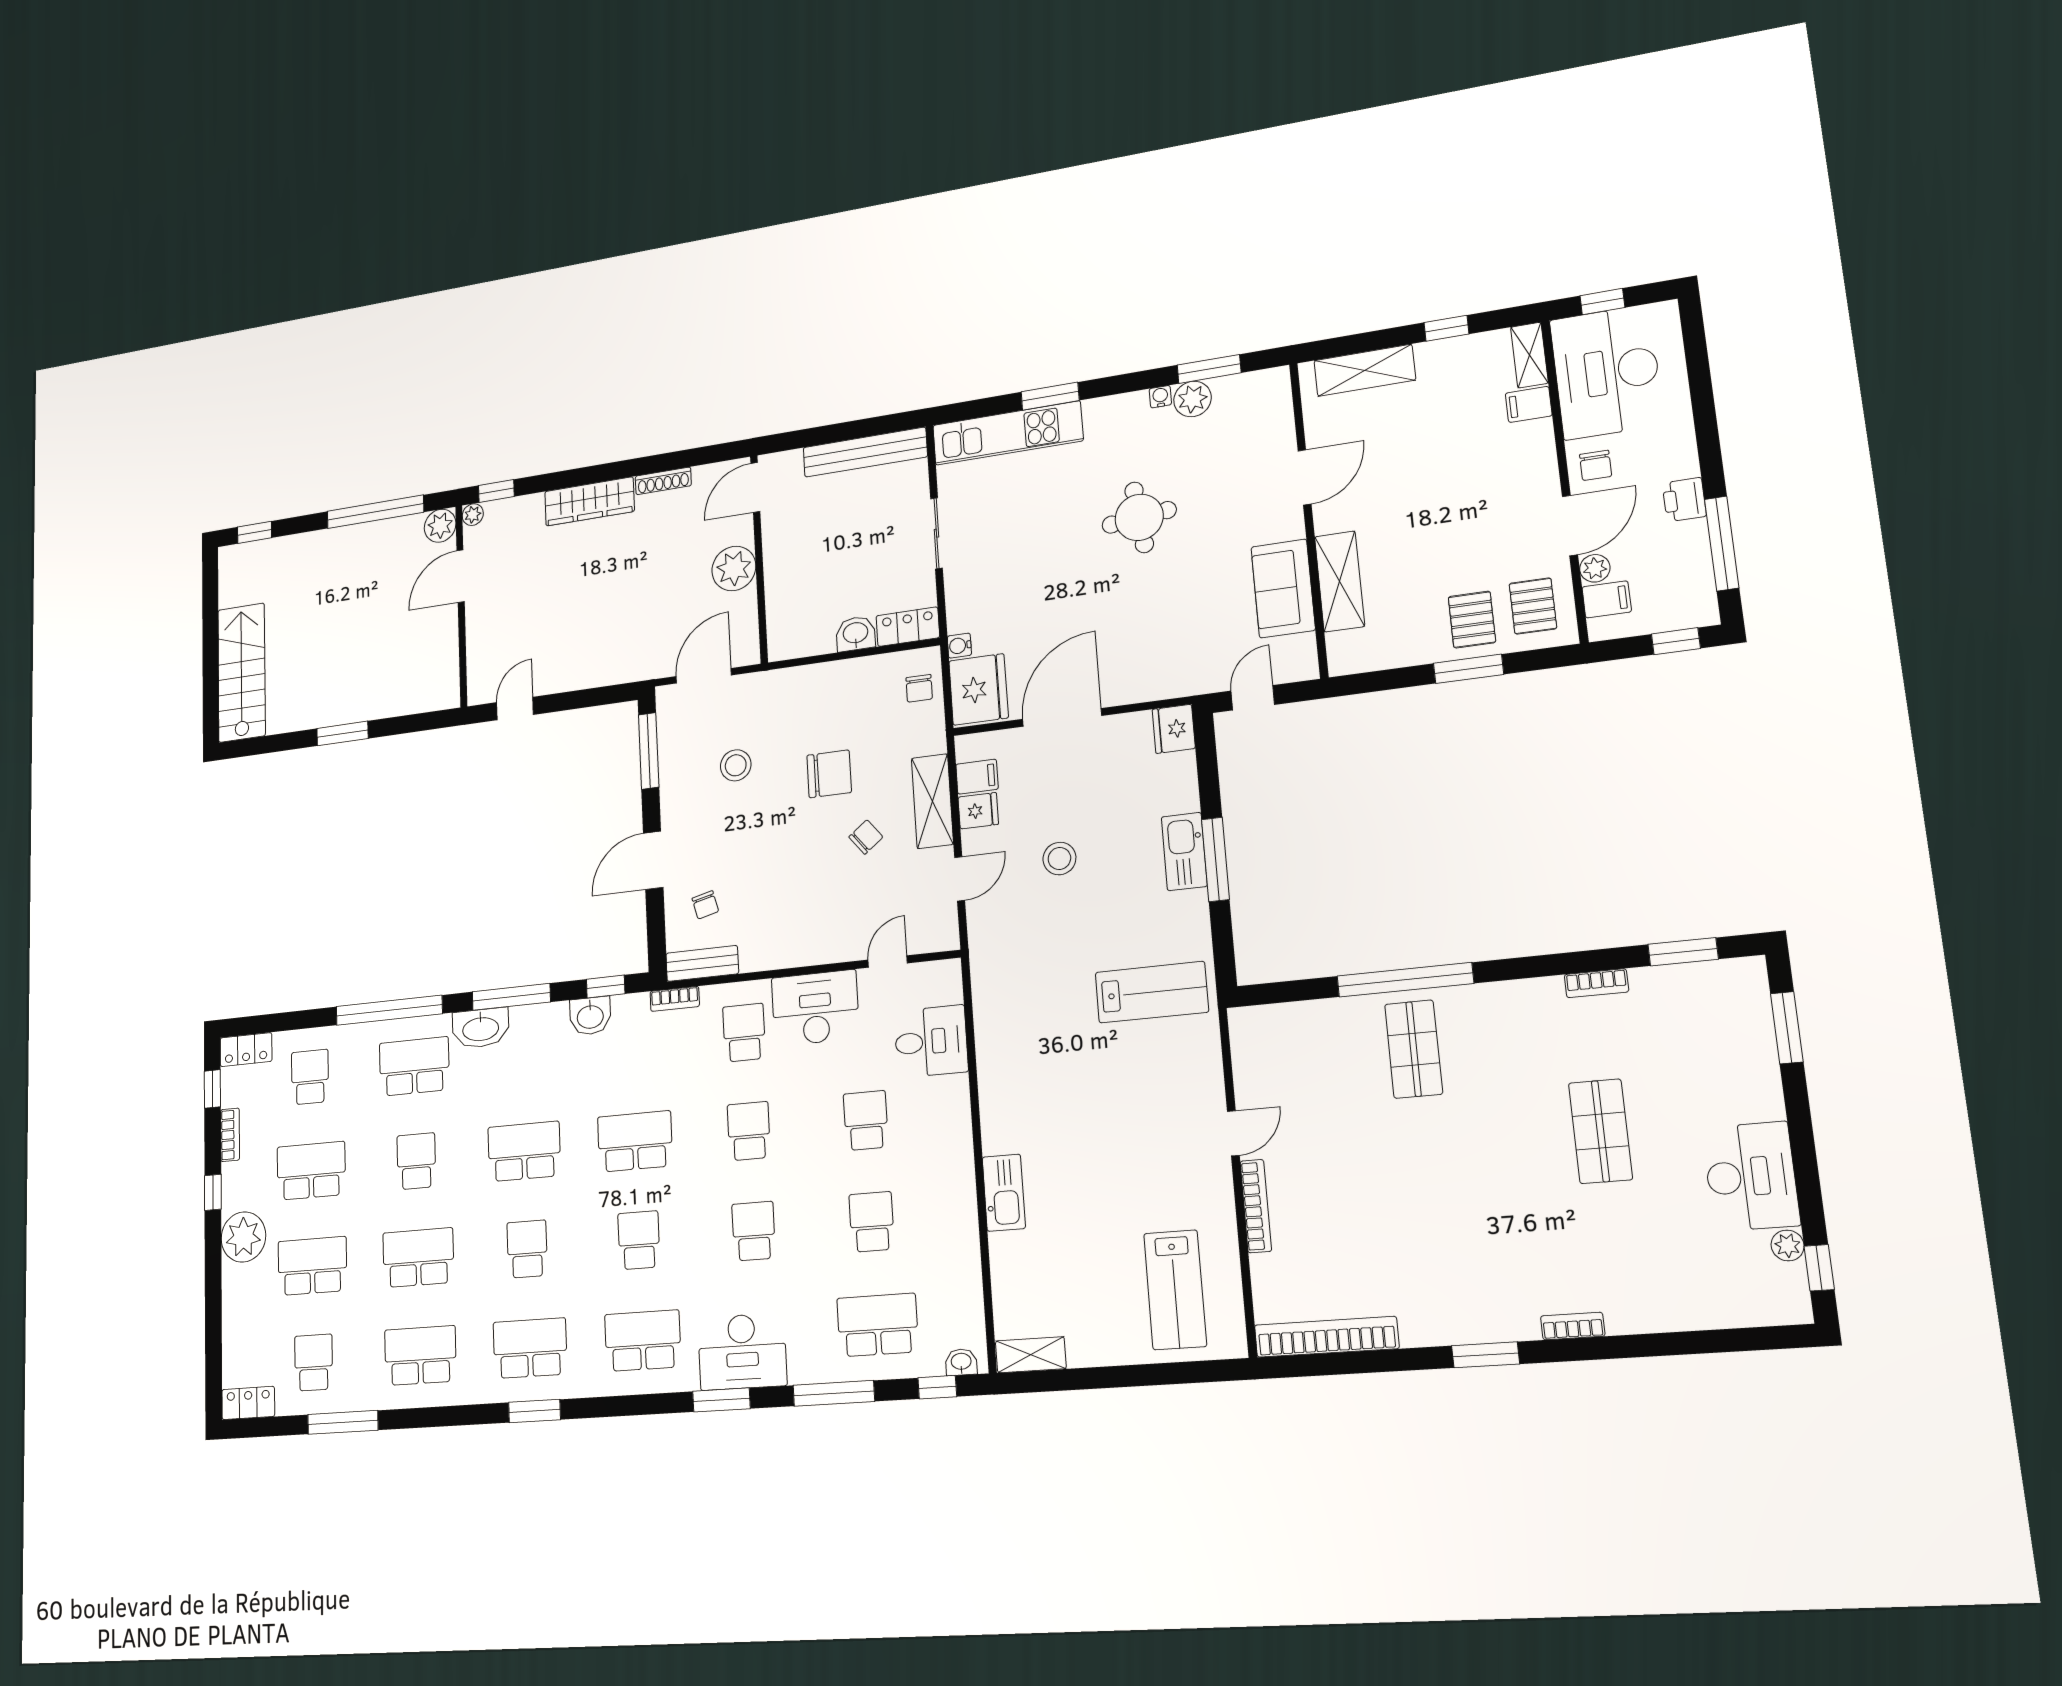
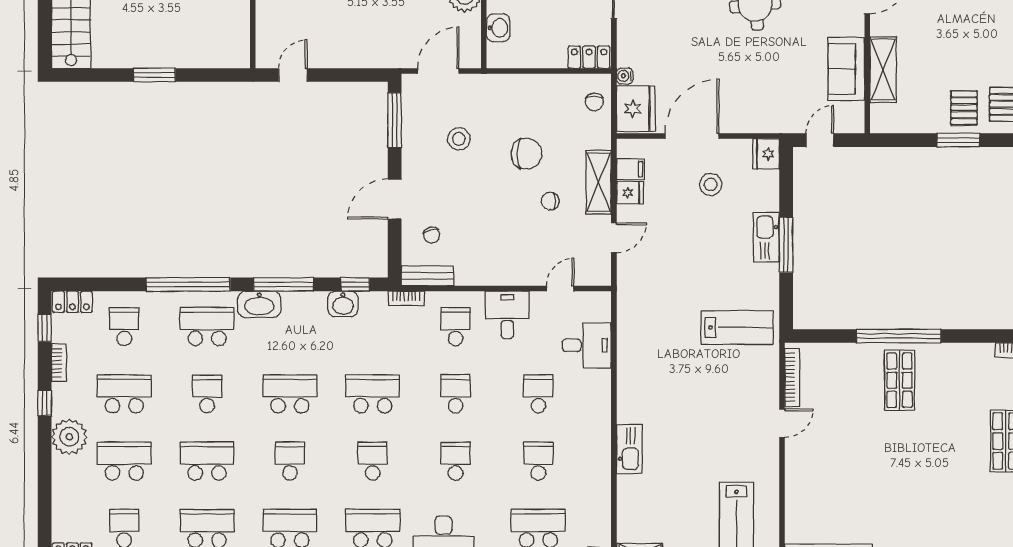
washbasin: (856, 634) -> (498, 28), moved, turned 90
chair: (866, 837) -> (550, 201), turned -144
stool: (1059, 858) -> (711, 184), moved
desk: (815, 1008) -> (507, 315), width x0.73
bookcase: (1256, 1206) -> (792, 377), moved

